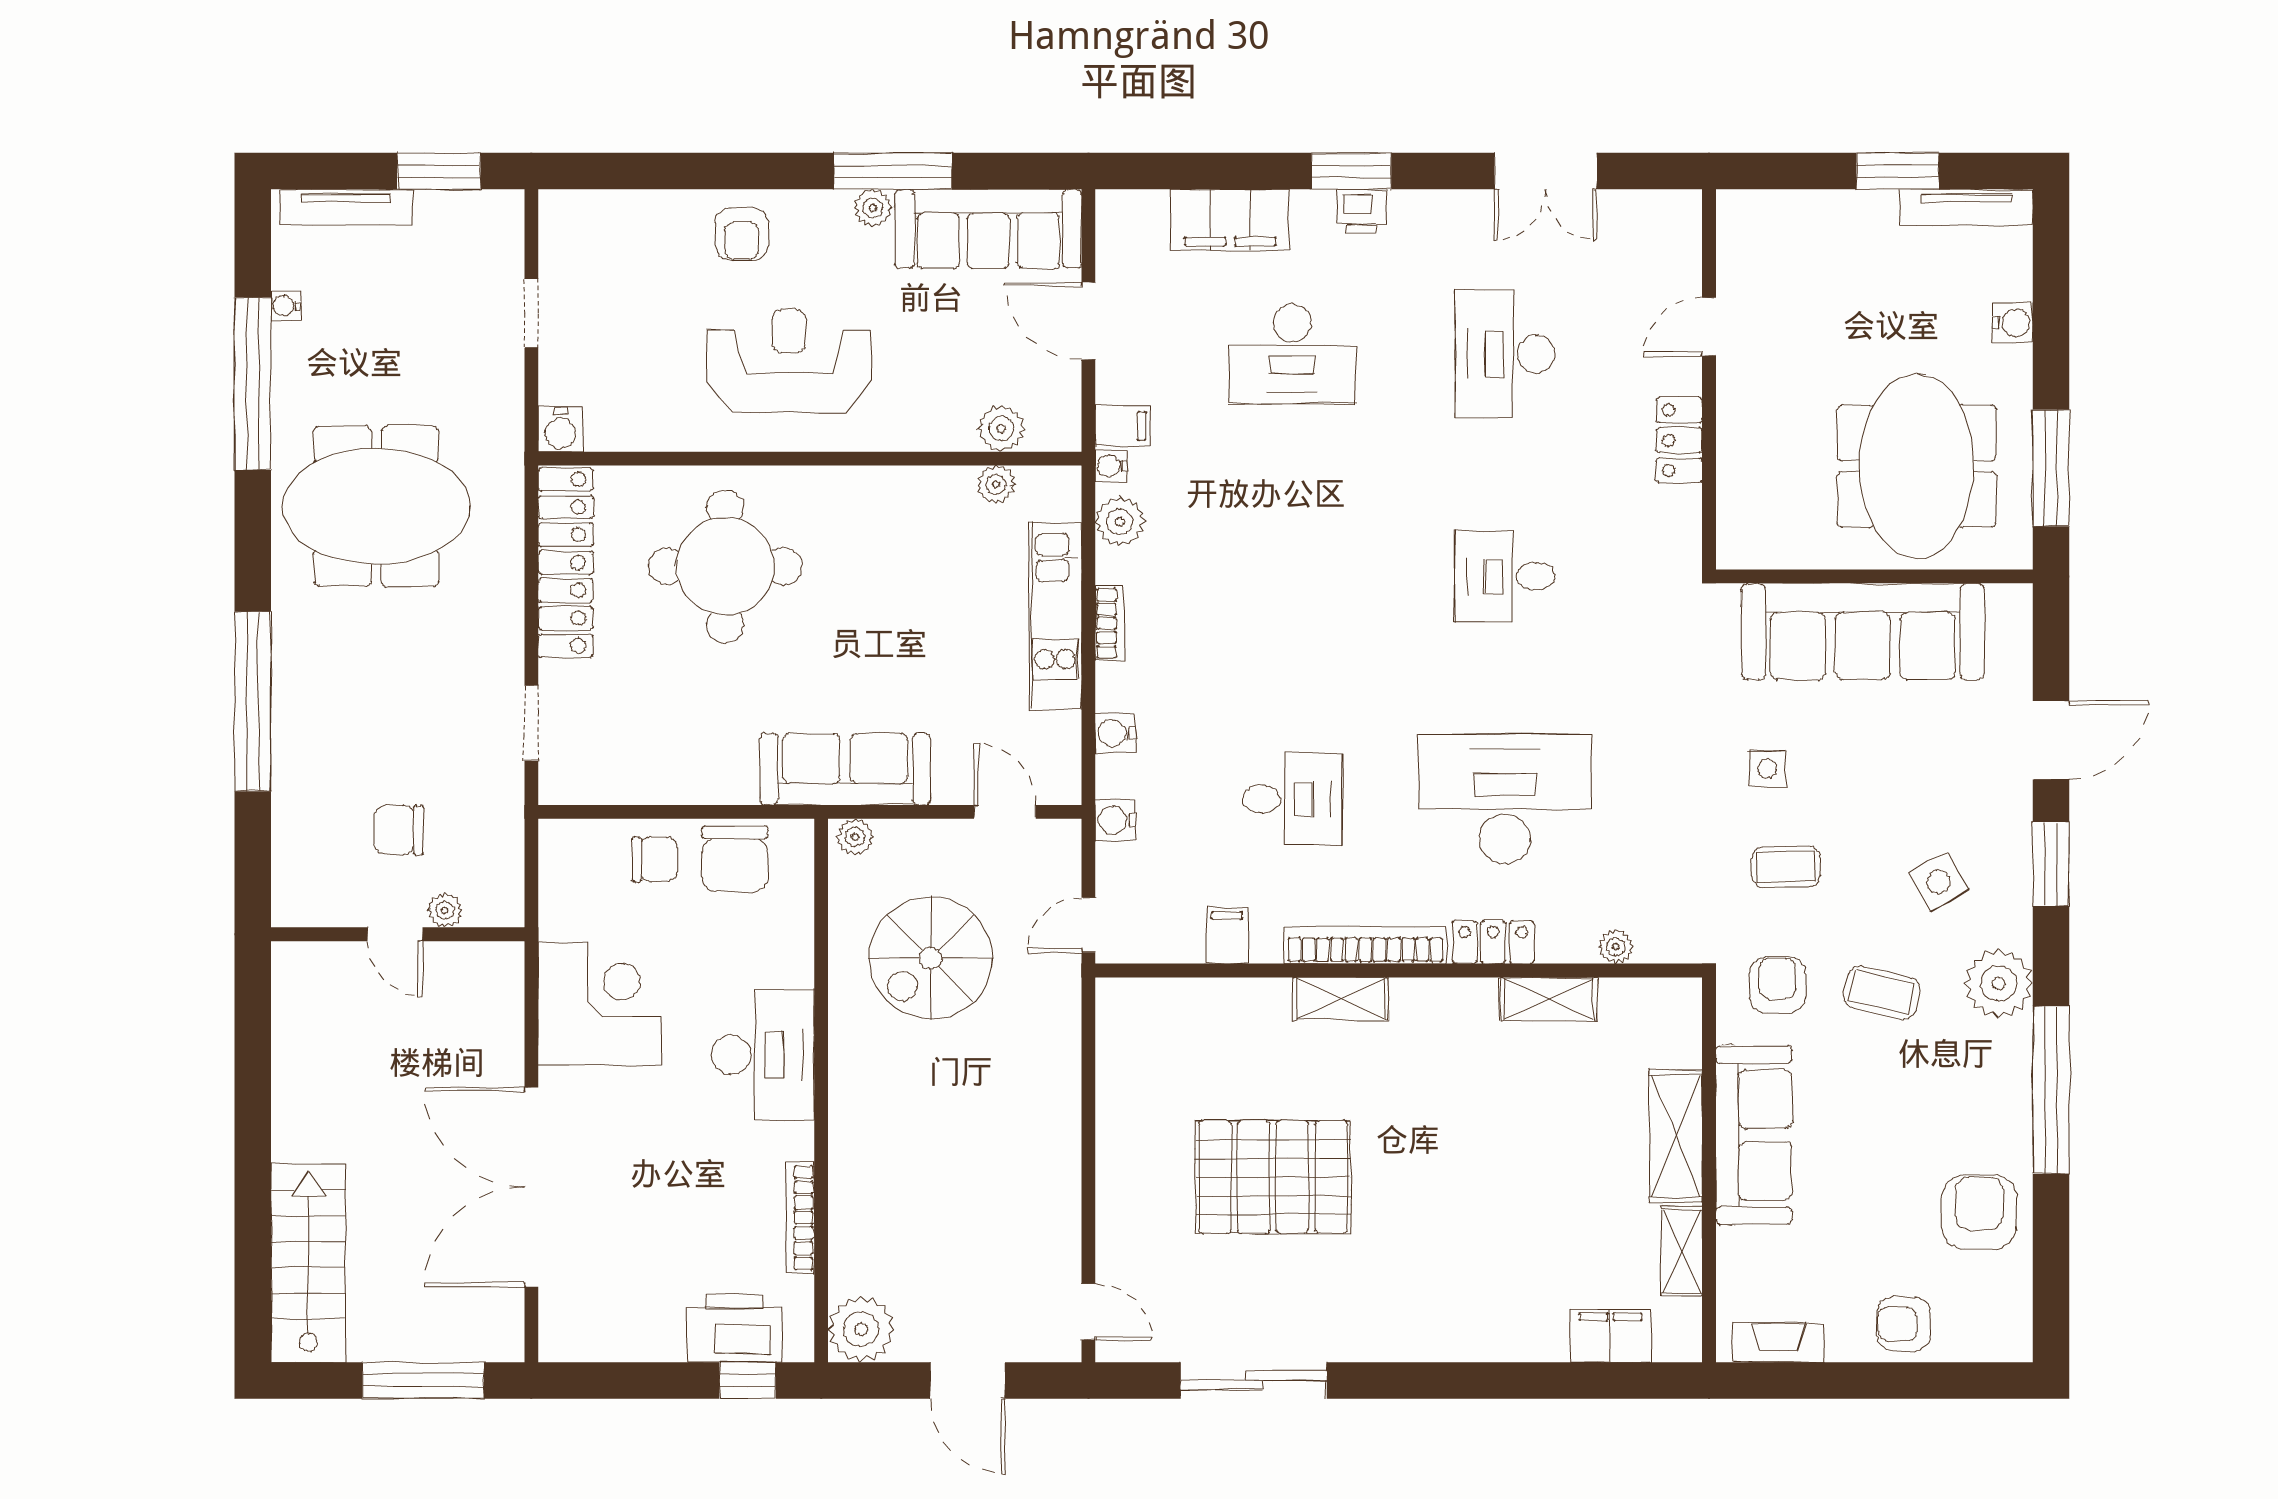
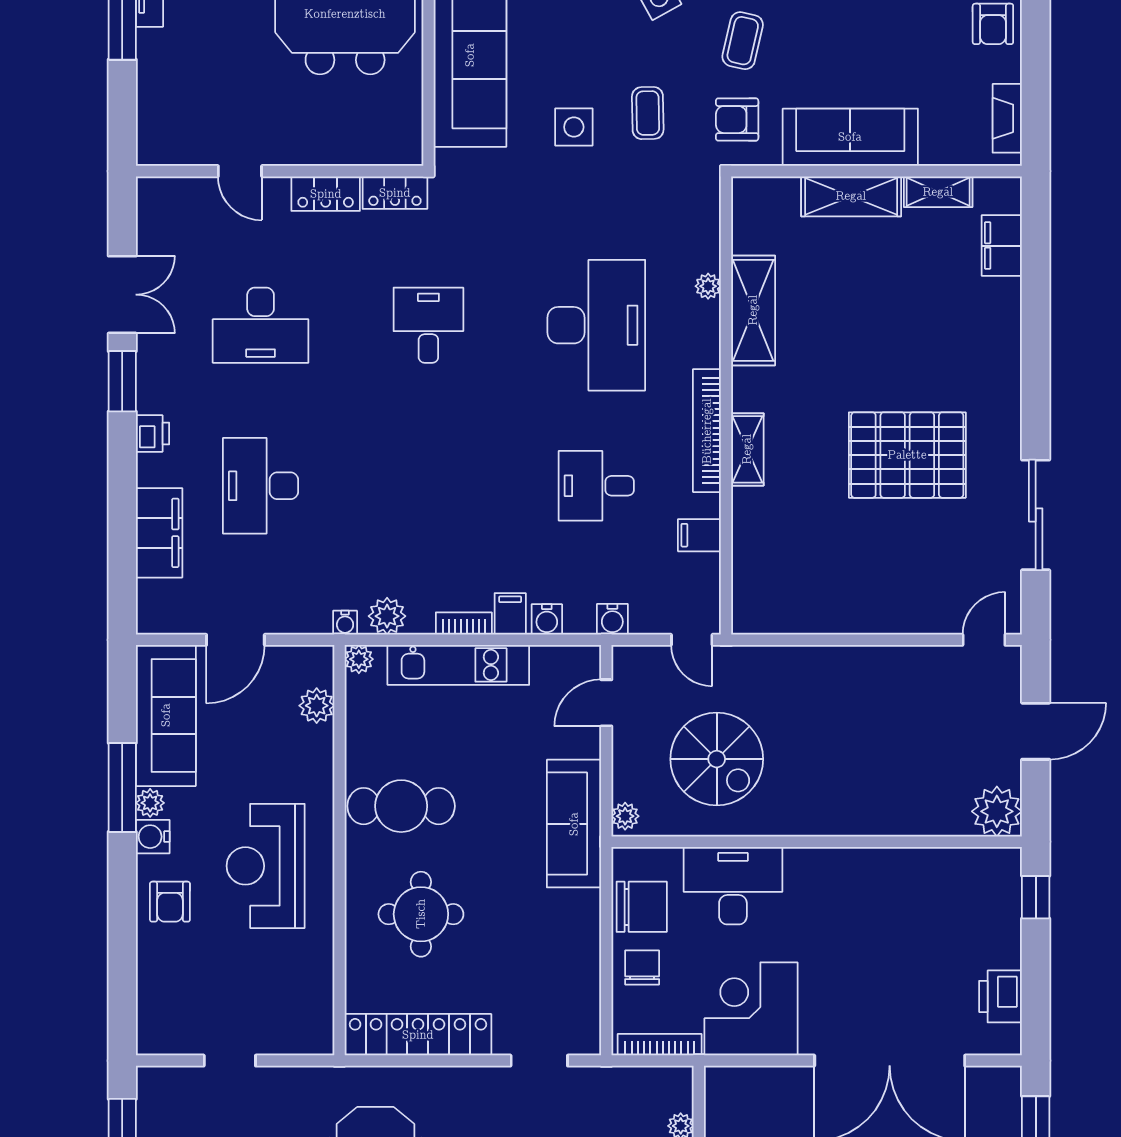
window: (1351, 171) -> (122, 381), moved
armchair: (742, 234) -> (170, 902), turned 90
desk: (1292, 354) -> (261, 486), turned 180
filing cabinet: (1123, 426) -> (510, 614), moved
water cooler: (560, 430) -> (153, 837), moved, turned 180
plant: (996, 484) -> (359, 659), moved
cafe table: (868, 540) -> (401, 806), added
round table: (725, 566) -> (421, 914), width x0.73, depth x0.73
desk: (1505, 576) -> (428, 325), turned 180
side table: (1767, 769) -> (574, 127), width x1.37, depth x1.37
desk: (1292, 799) -> (596, 486), turned -90
desk: (1505, 799) -> (596, 325), turned 180
locker: (1493, 942) -> (395, 193), moved, turned -90
plant: (1616, 947) -> (708, 286), moved
shelving: (1549, 999) -> (753, 310), width x1.50, depth x1.33
desk: (763, 1055) -> (733, 886), moved
pallet: (1273, 1177) -> (907, 455), moved, turned 90
bookcase: (800, 1218) -> (660, 1045), moved, turned 180
printer: (735, 1328) -> (1000, 996), moved, width x0.73, depth x0.84

